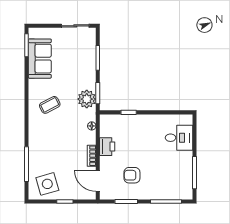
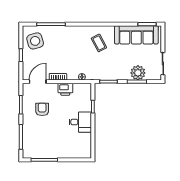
sofa: (40, 59) -> (136, 35), width x1.36
plant: (87, 99) -> (138, 73), moved
desk: (179, 138) -> (80, 122), moved, turned -90

